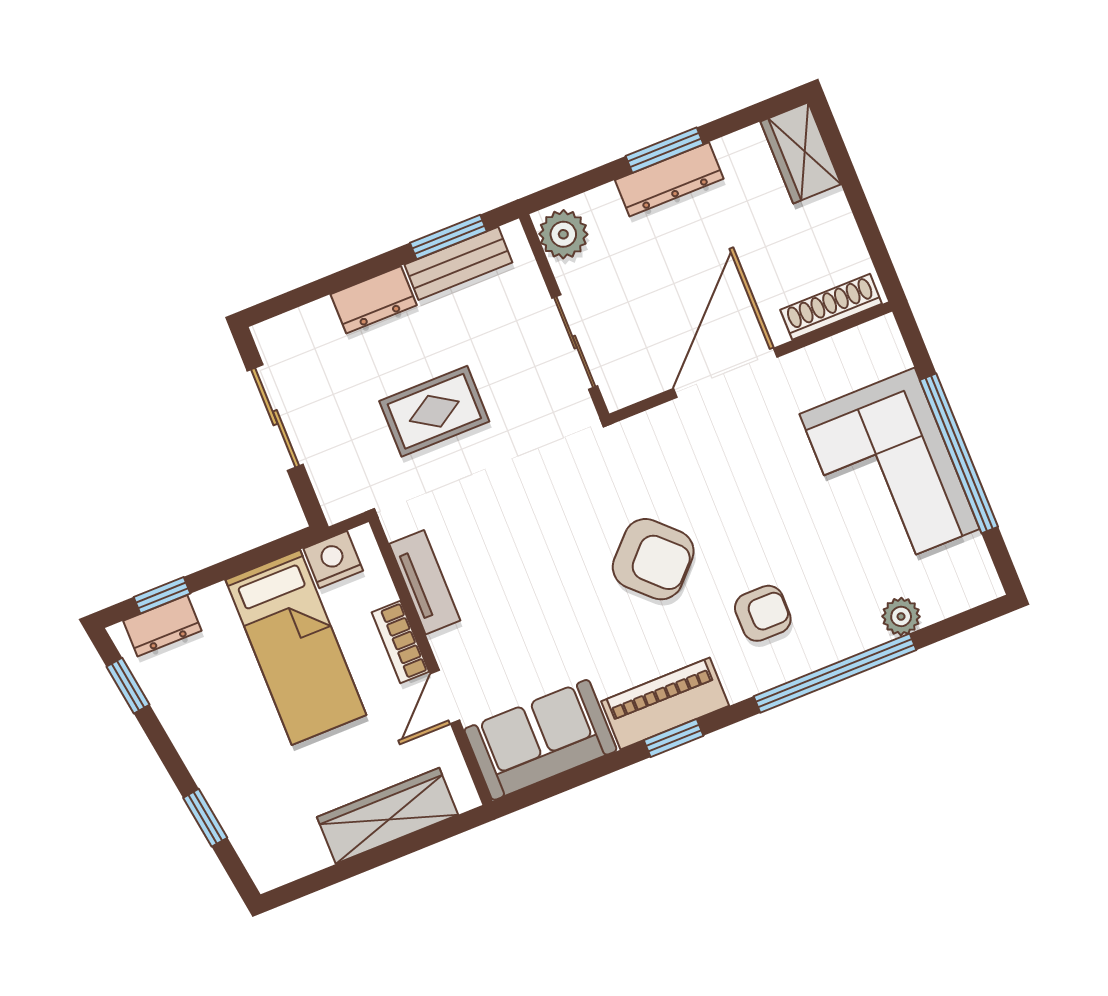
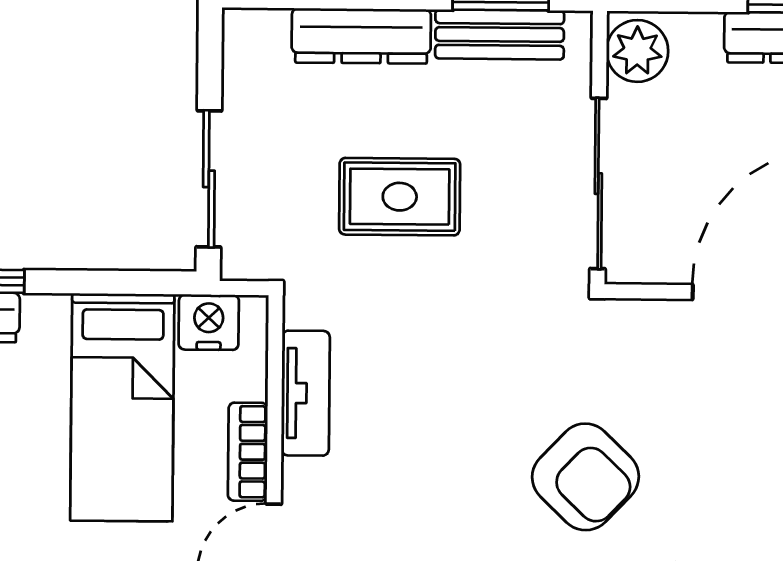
dresser: (374, 300) -> (361, 36), width x1.44
sliding door: (575, 342) -> (598, 184), width x1.37
sliding door: (275, 418) -> (209, 179), moved

